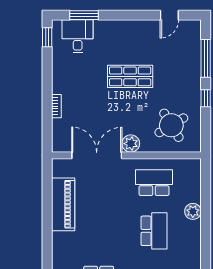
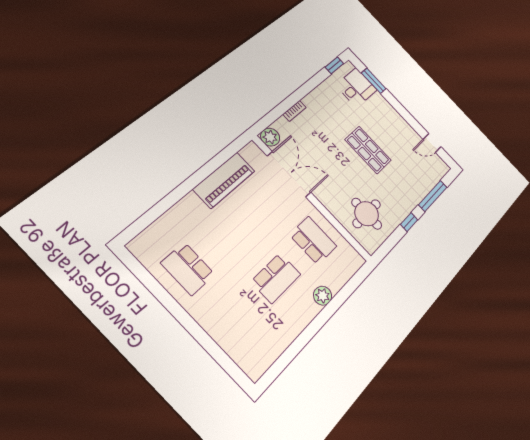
round table: (171, 125) -> (367, 214), turned 31
plant: (131, 144) -> (270, 137), moved

